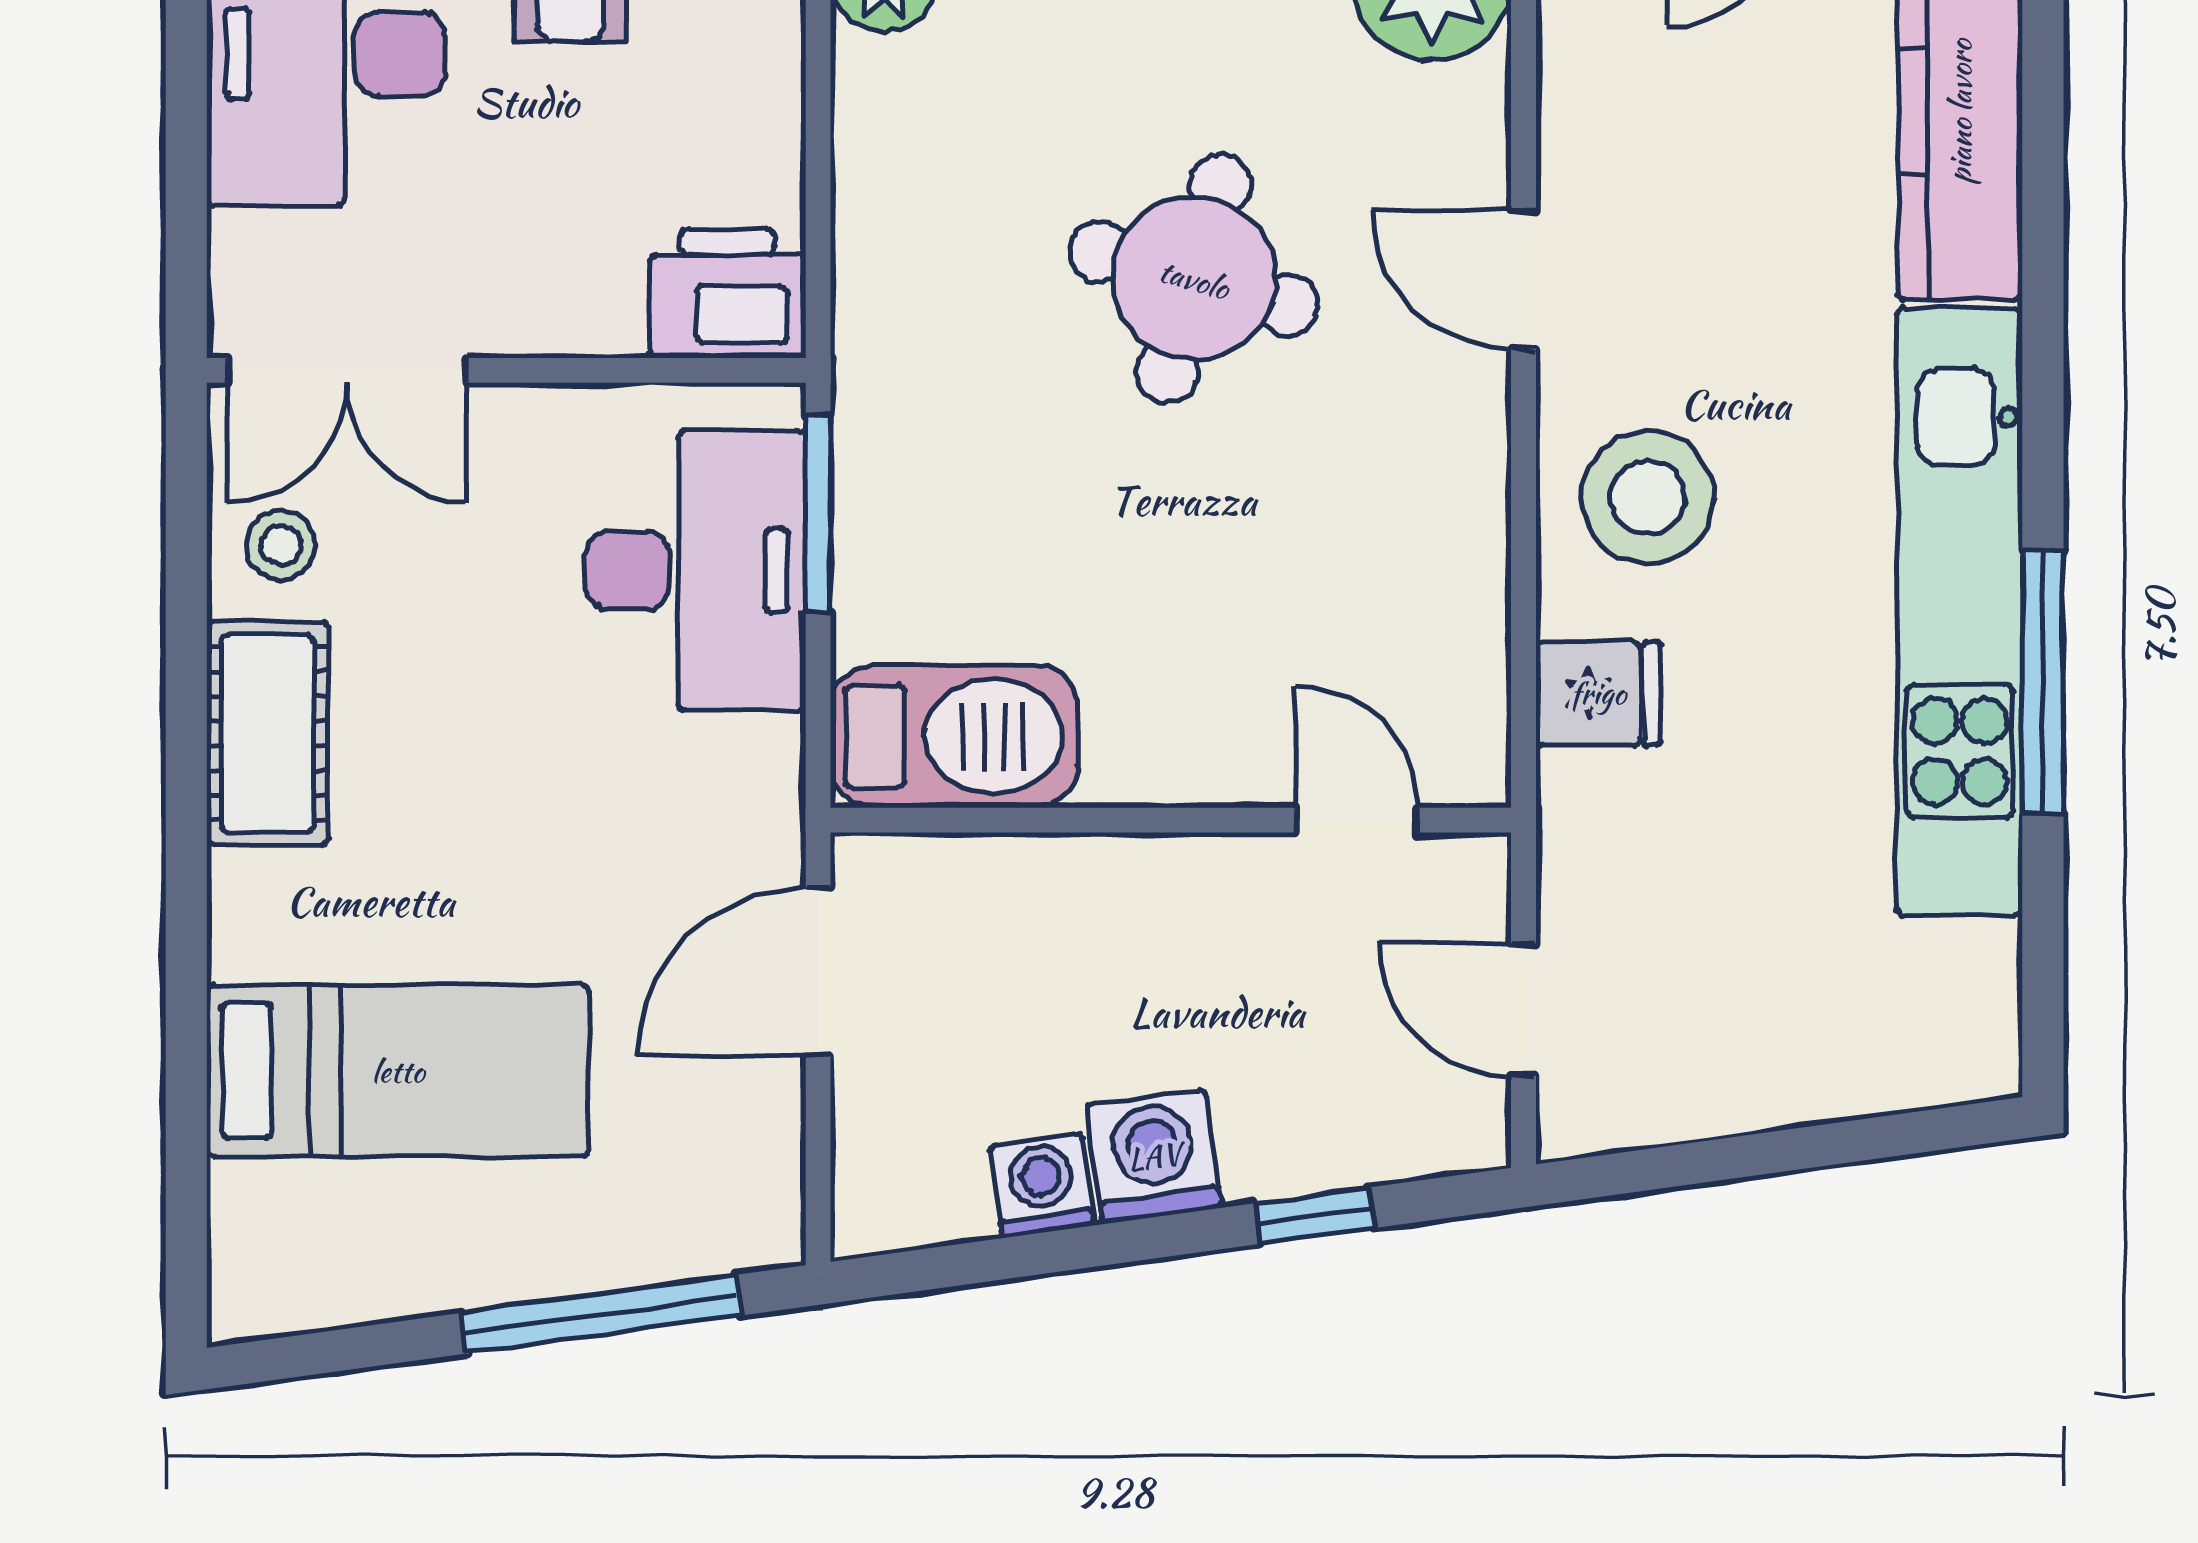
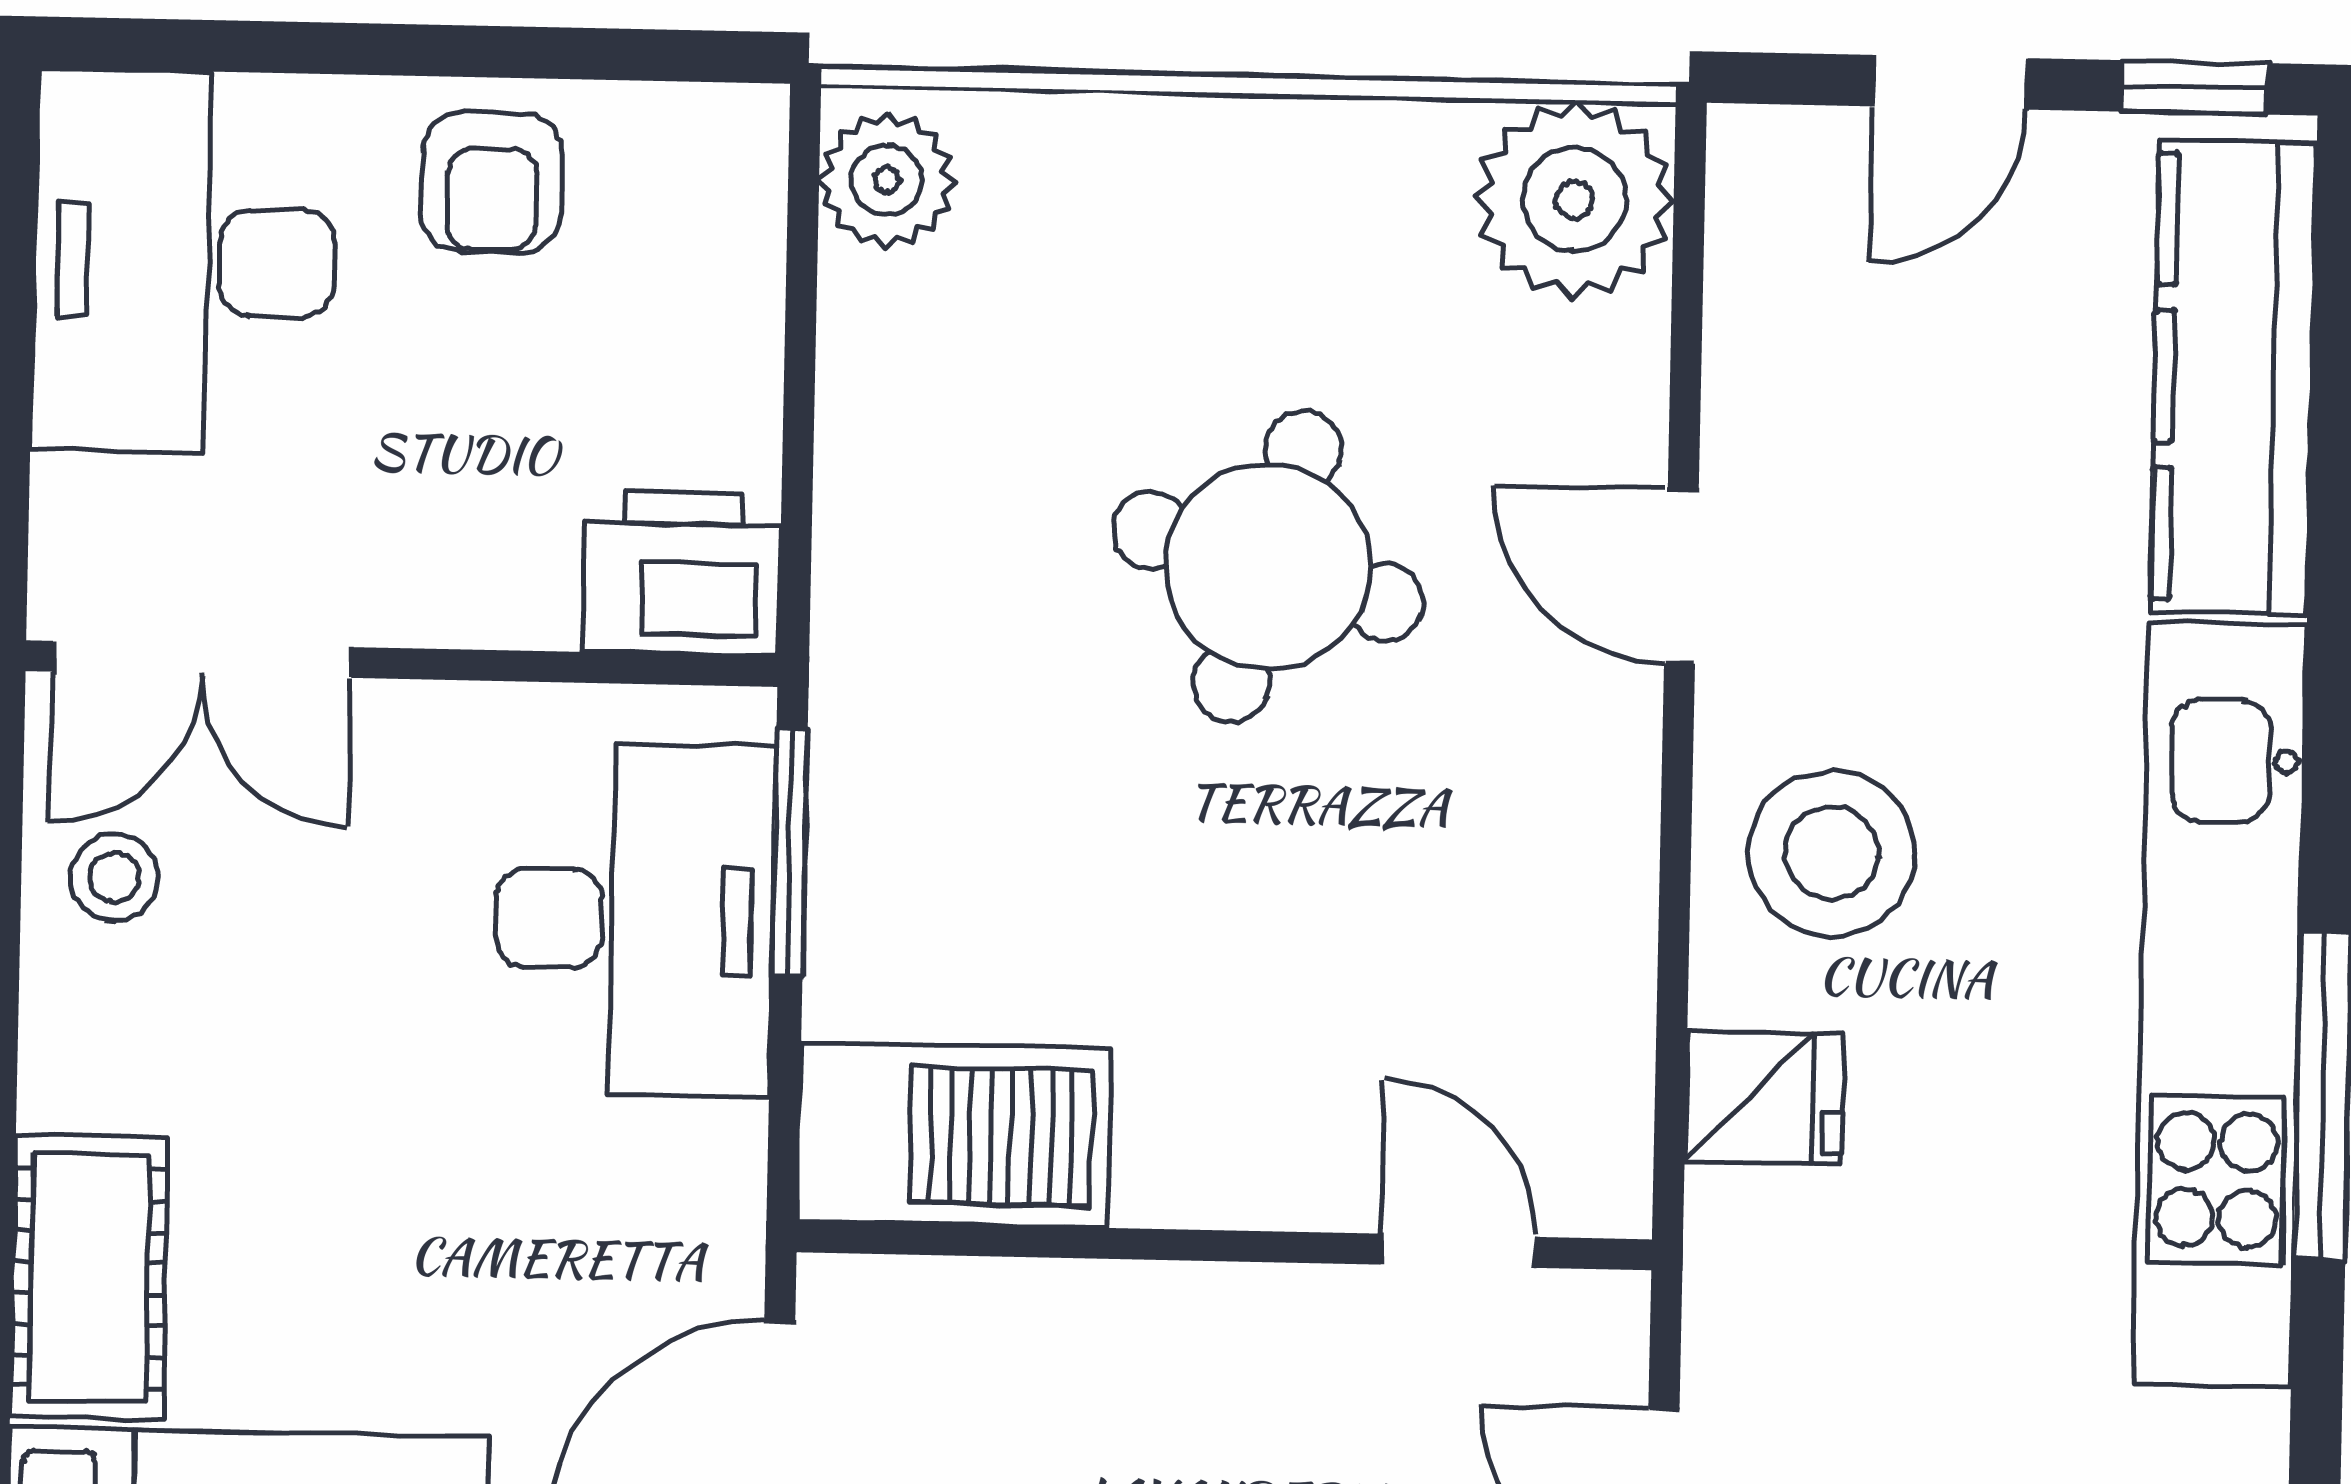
cot: (268, 733) -> (89, 1278), moved

